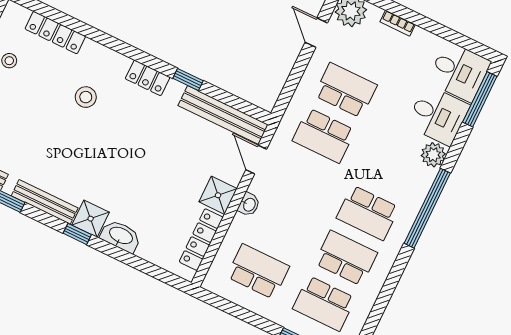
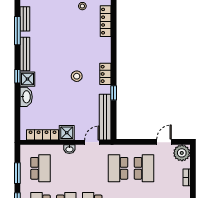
stool: (86, 97) -> (77, 76), moved
window: (247, 316) -> (17, 173), added

